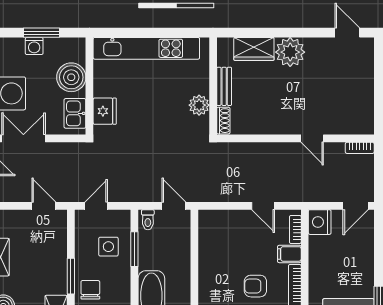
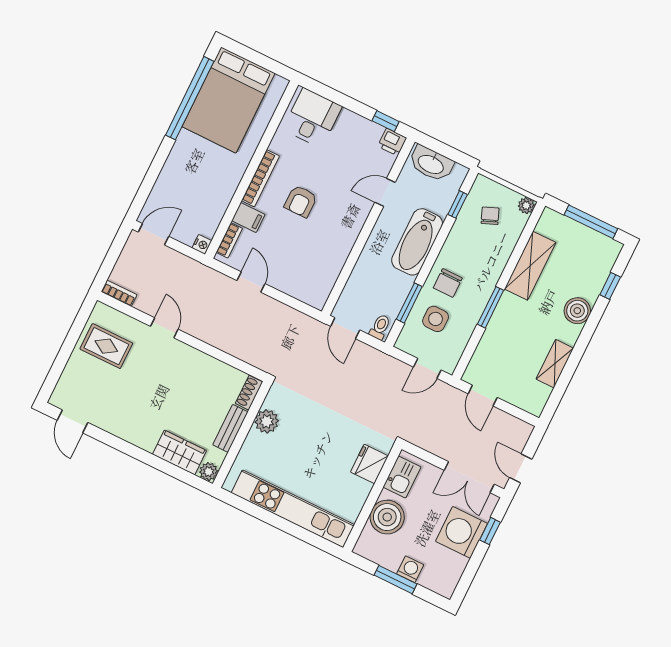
plant: (290, 52) -> (209, 472), moved, width x0.53, depth x0.53
rug: (350, 103) -> (106, 346), added
nightstand: (320, 222) -> (202, 244), width x0.53, depth x0.56
armchair: (255, 286) -> (301, 201), turned 90
chair: (90, 290) -> (448, 283), moved

